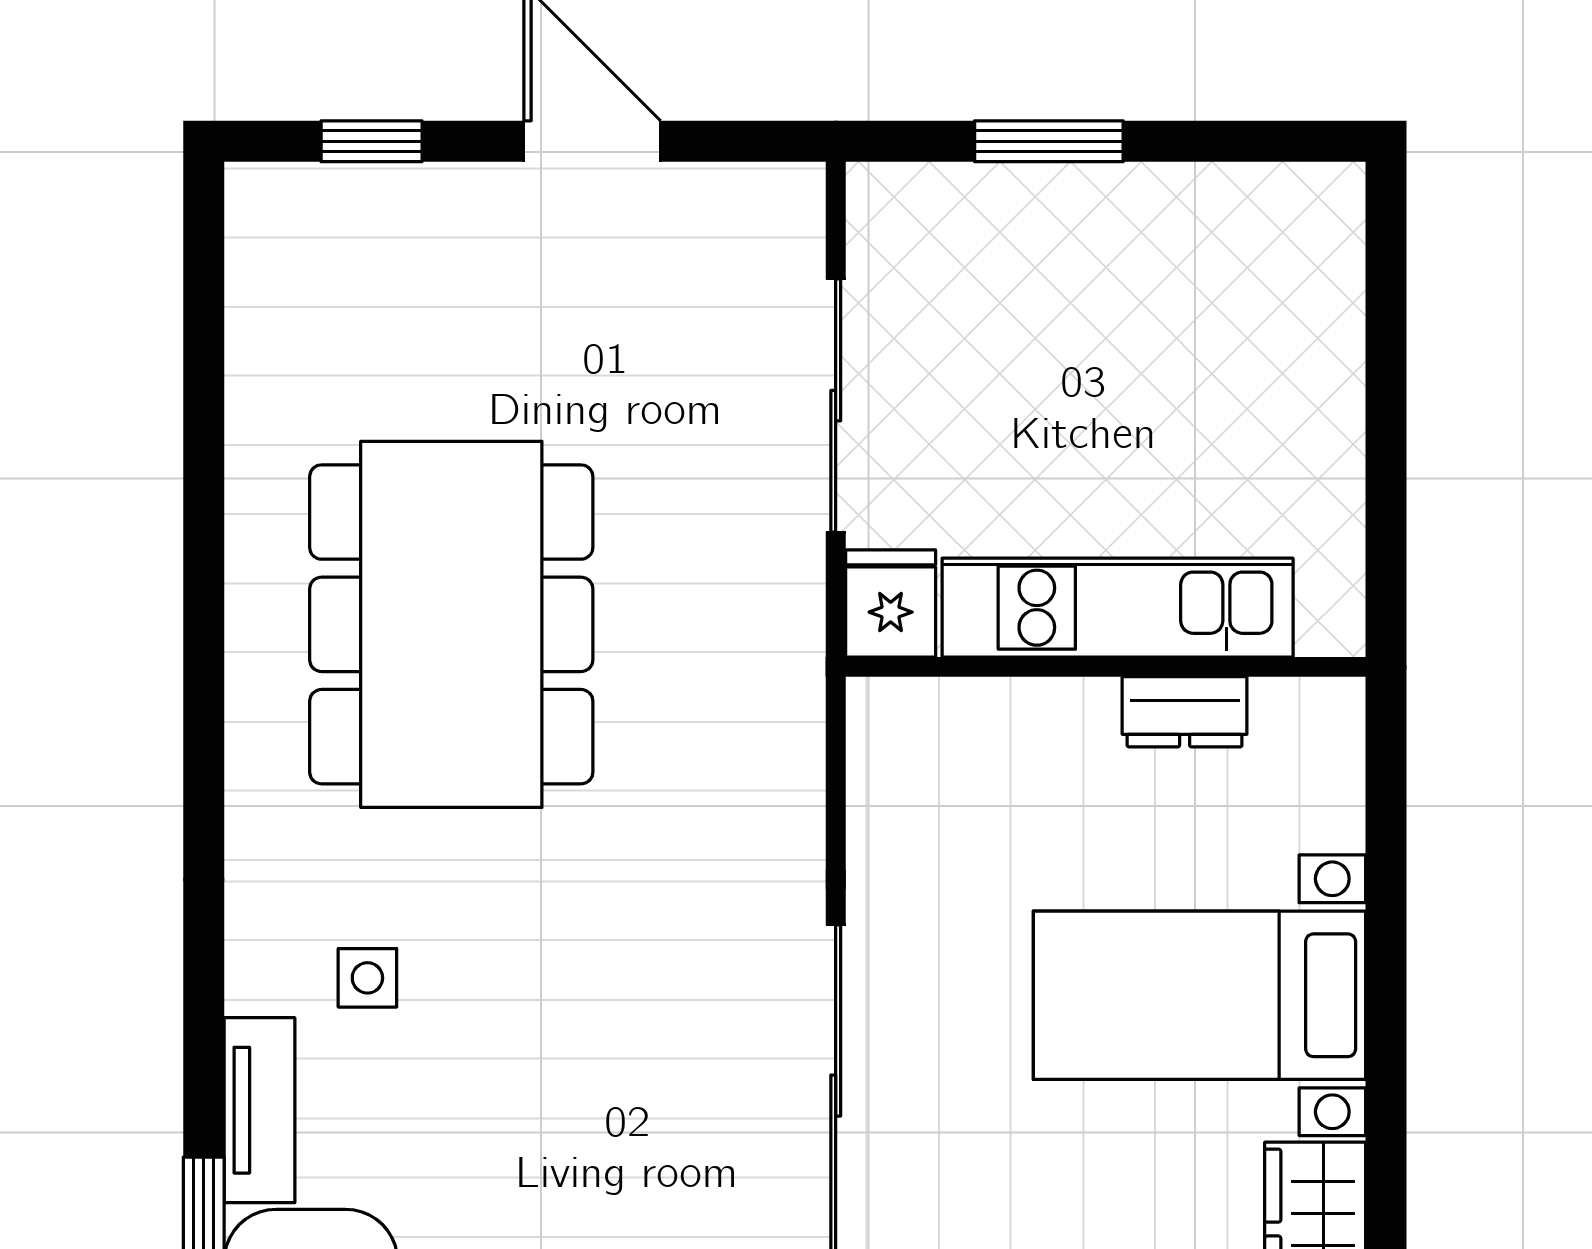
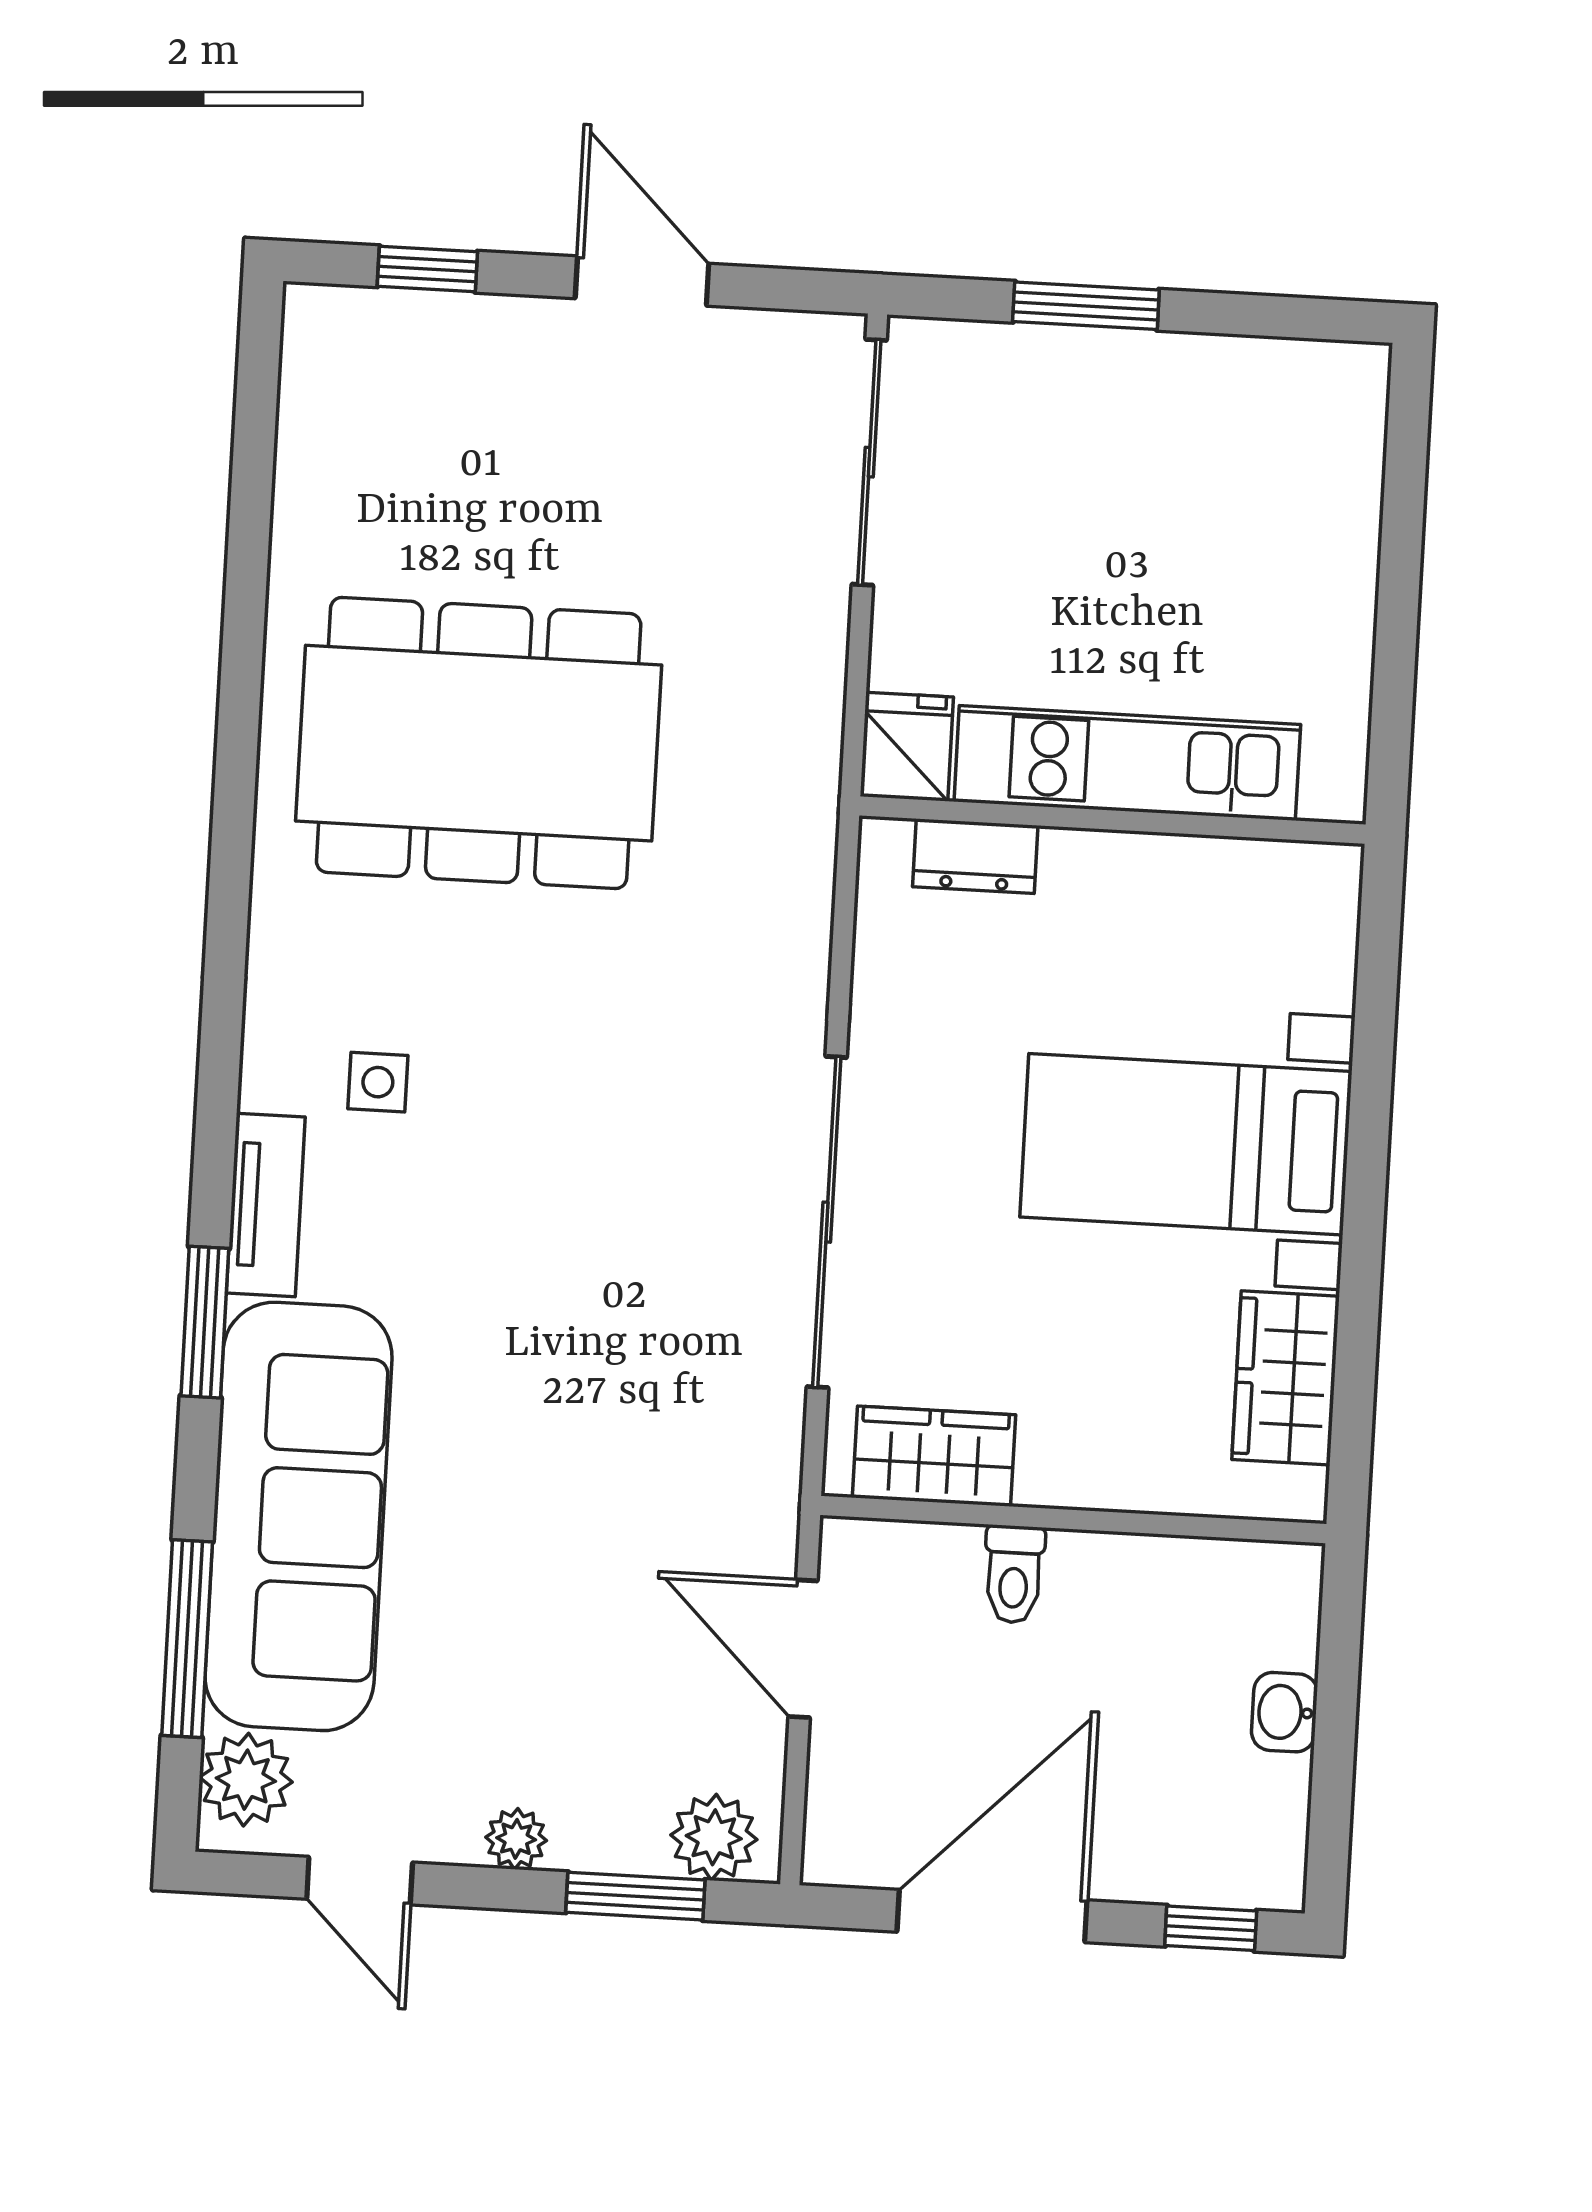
sliding door: (836, 406) -> (869, 462), moved
dining table: (451, 624) -> (479, 743), turned 90
dresser: (1185, 712) -> (975, 856), moved

